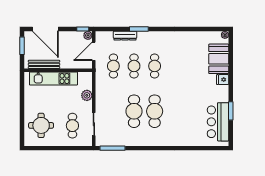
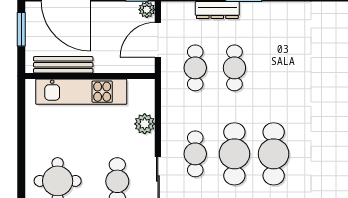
cafe table: (155, 66) -> (195, 154), moved

